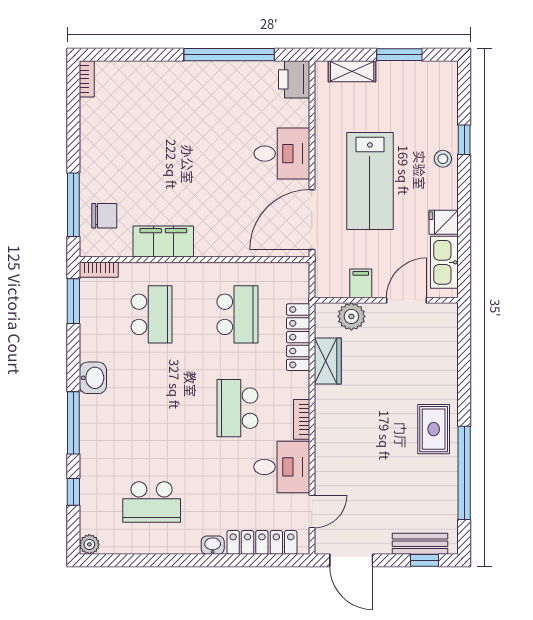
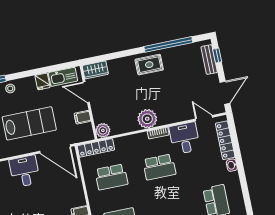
school desk: (237, 314) -> (111, 177), turned 180
plant: (351, 316) -> (103, 130), moved
locker: (298, 337) -> (96, 148), moved
wardrobe: (328, 361) -> (95, 70), moved, turned 180
plant: (333, 404) -> (147, 119), added

